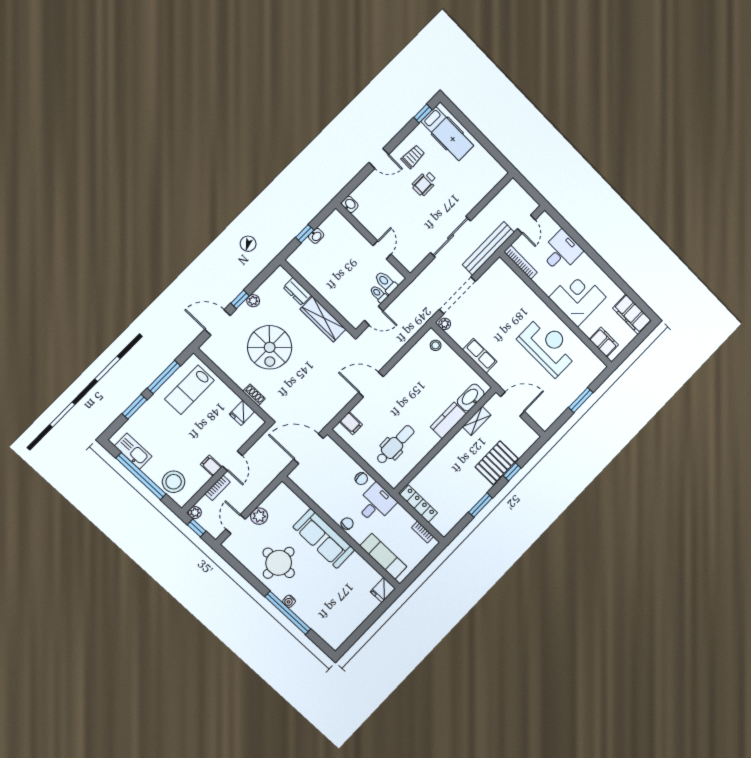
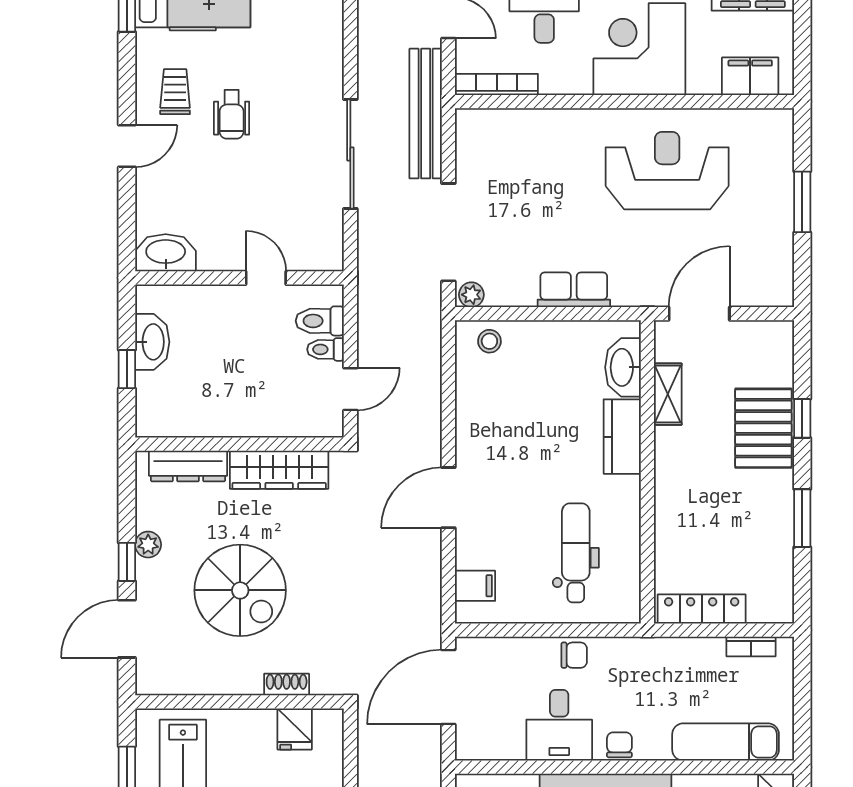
washbasin: (350, 204) -> (166, 253), width x1.91, depth x1.45
washbasin: (316, 236) -> (152, 342), width x1.91, depth x1.45
dresser: (297, 291) -> (188, 466), width x1.44
desk: (376, 504) -> (559, 725), moved, turned 180

